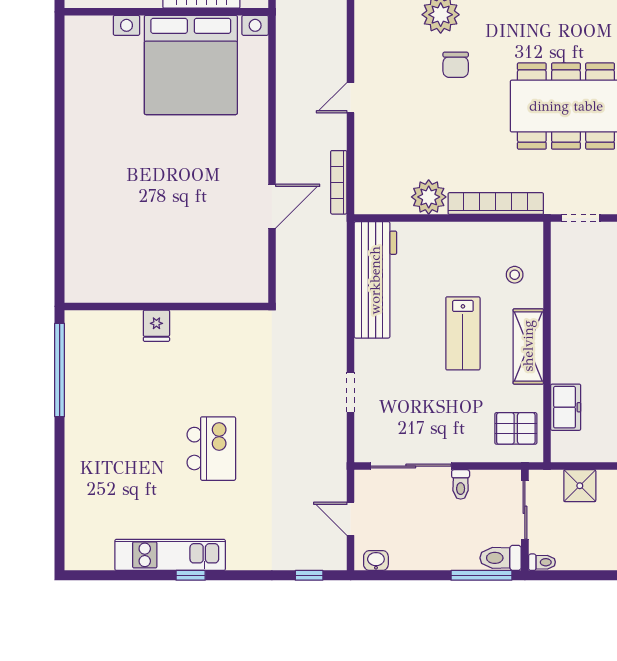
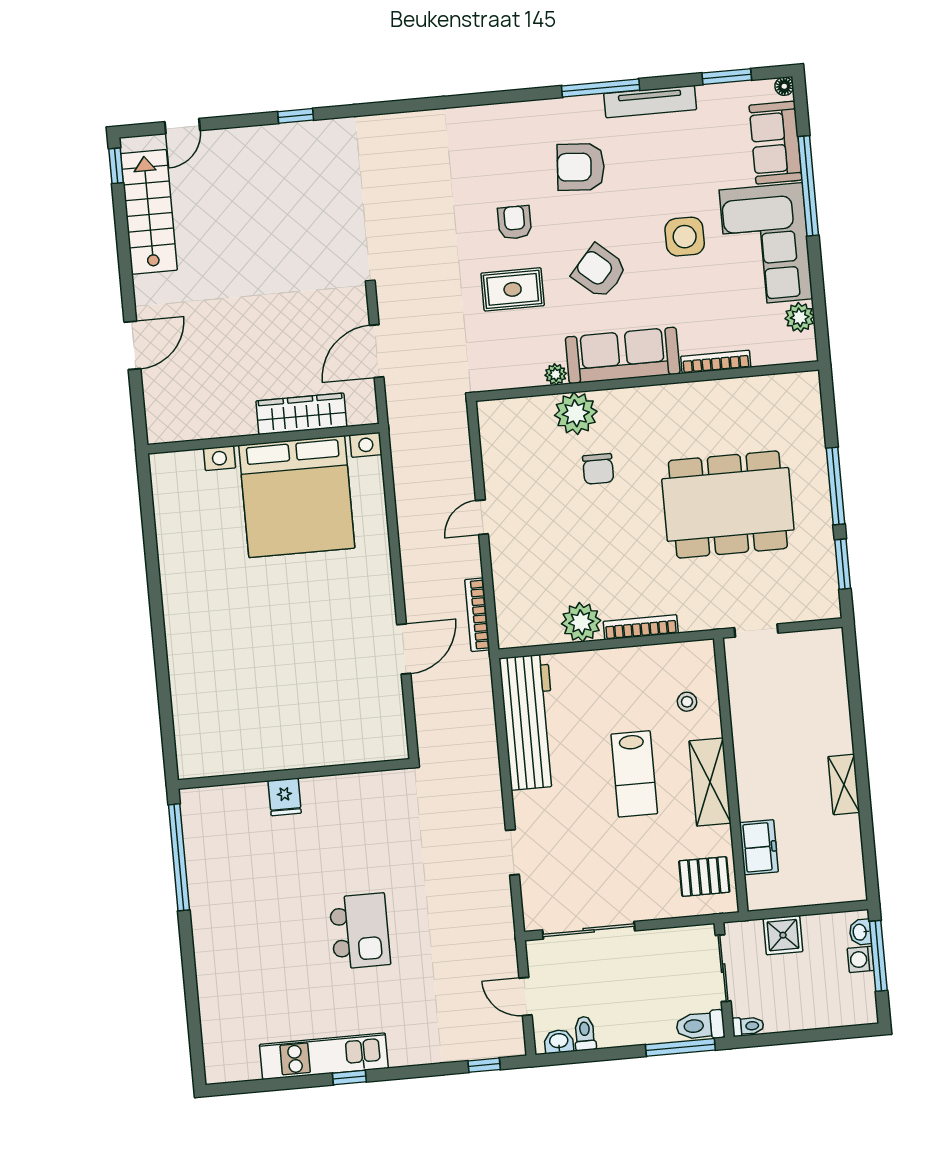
bookcase: (496, 204) -> (641, 627), width x0.68, depth x0.76
toilet: (461, 484) -> (585, 1033), moved, turned 180

